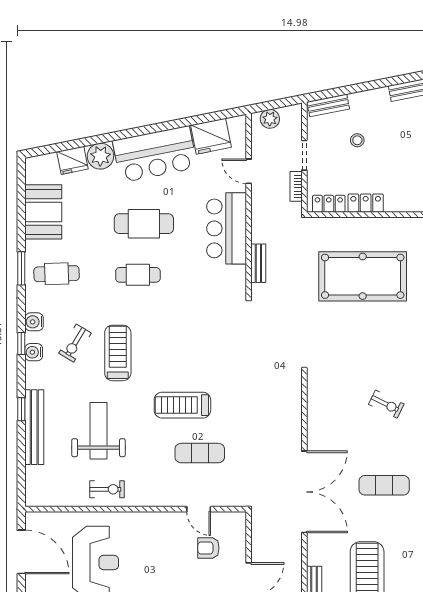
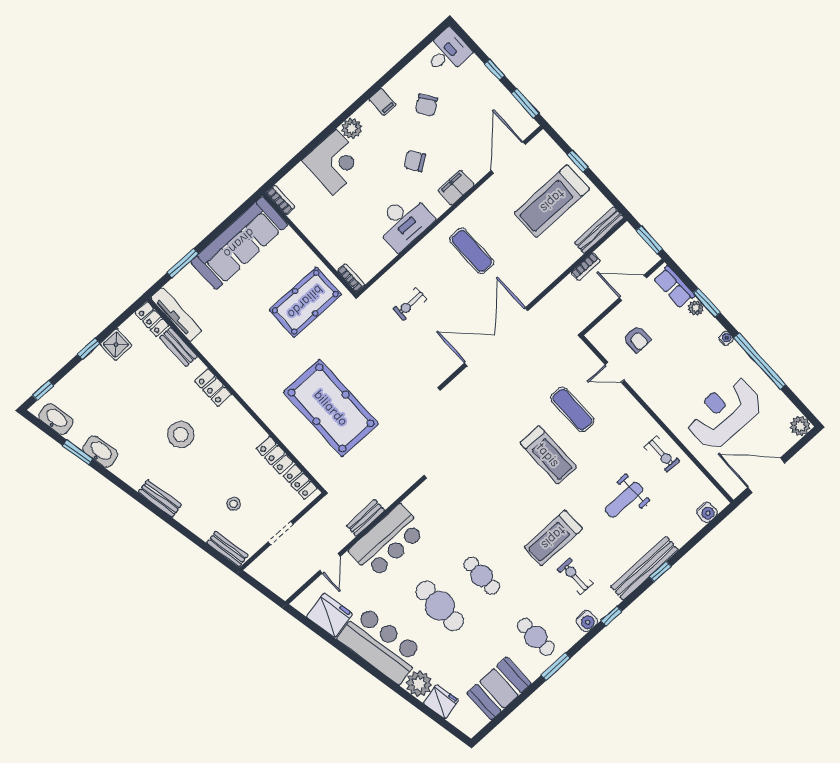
plant: (270, 119) -> (277, 583), removed
bookcase: (296, 186) -> (586, 267), moved
bench: (258, 263) -> (366, 518), moved
exercise bike: (75, 343) -> (575, 576), turned -121
water cooler: (34, 352) -> (707, 512), moved
exercise bike: (386, 404) -> (410, 304), turned -116
bench: (34, 427) -> (645, 568), moved
weight bench: (98, 431) -> (624, 500), width x0.73, depth x0.75
exercise bike: (107, 489) -> (662, 454), turned 180
double door: (304, 492) -> (496, 337), moved
door: (199, 509) -> (615, 372), swing flipped
door: (21, 552) -> (766, 475), hinge flipped

